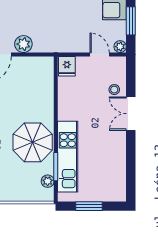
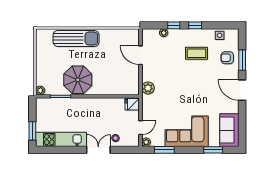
plant: (23, 44) -> (148, 88), moved
kitchen unit: (68, 157) -> (61, 139), moved, turned 180
plant: (48, 181) -> (40, 91), moved
window: (89, 206) -> (32, 131), moved

